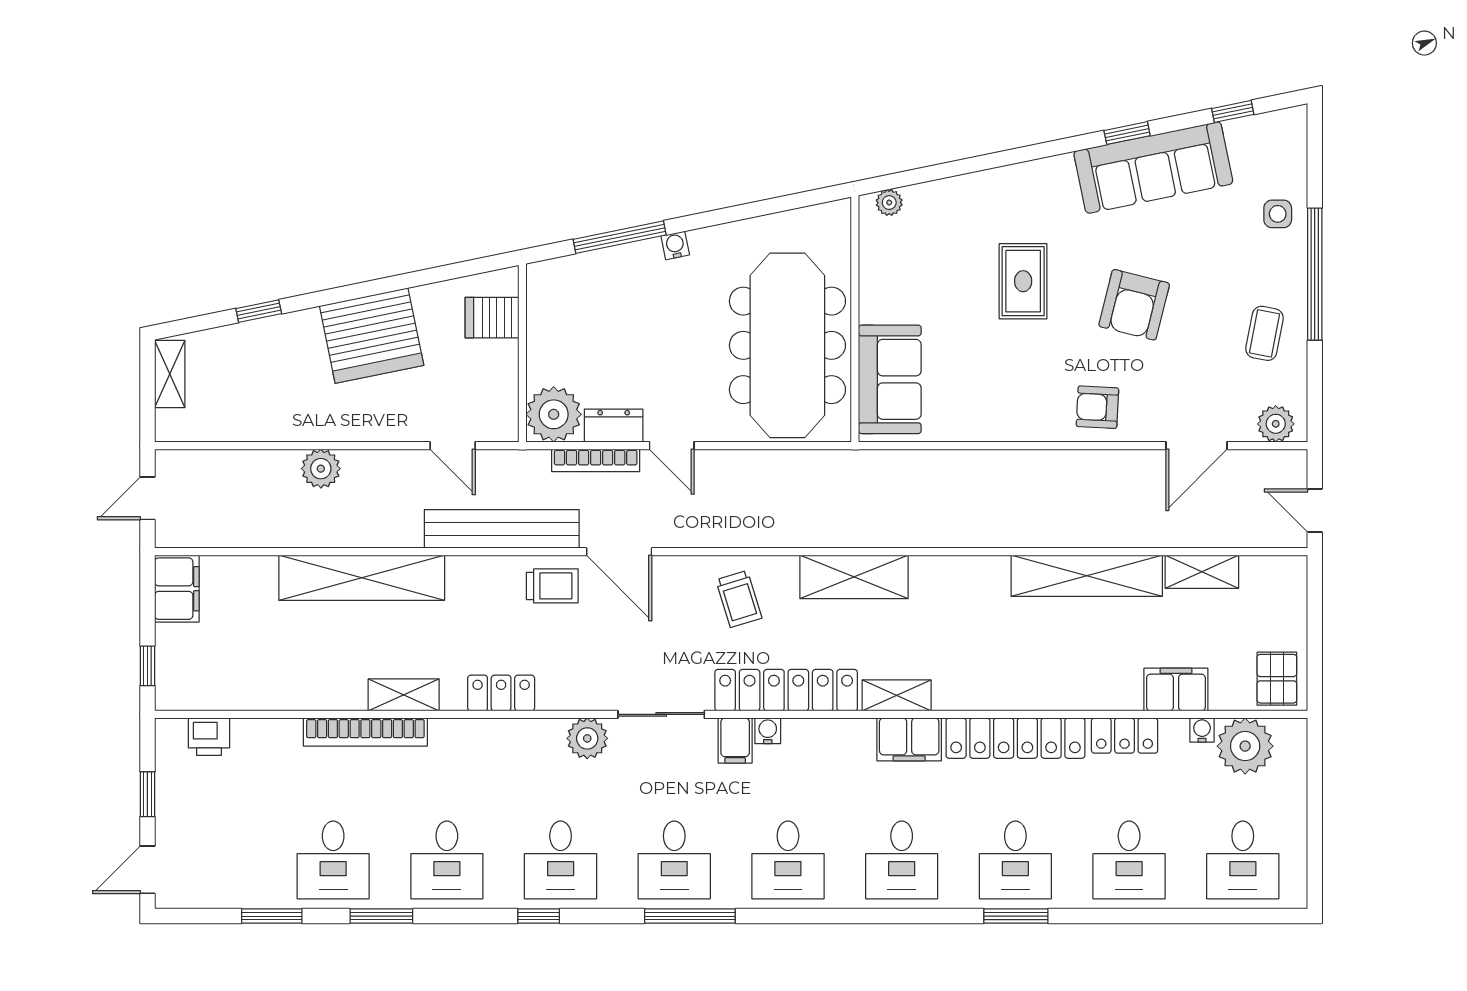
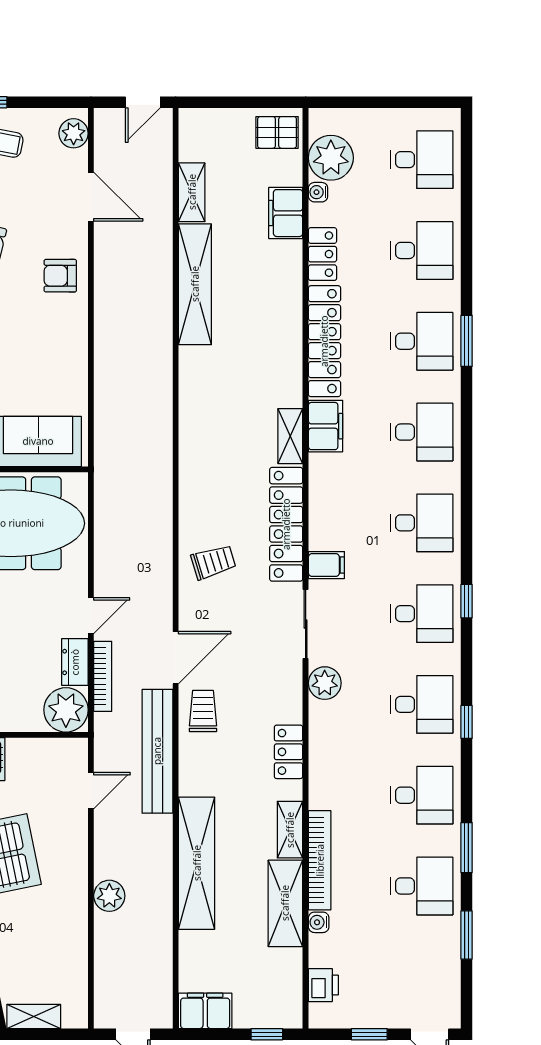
armchair: (1097, 407) -> (60, 276), turned 87
shelving: (854, 577) -> (285, 903), moved
water cooler: (768, 731) -> (319, 922), moved
window: (690, 916) -> (467, 601), width x0.46

